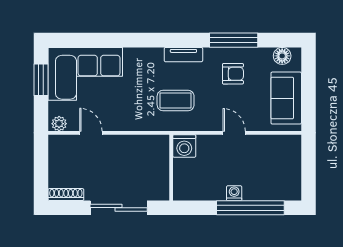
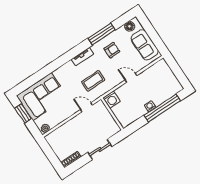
door: (91, 133) -> (86, 107), moved
sliding door: (119, 208) -> (100, 149), width x0.73

